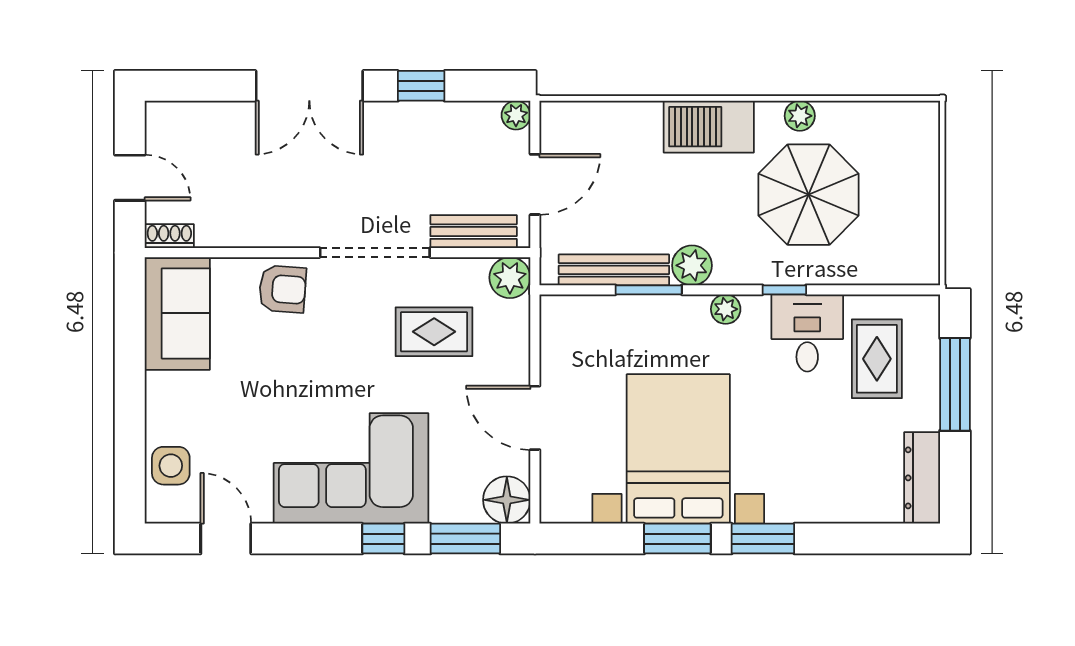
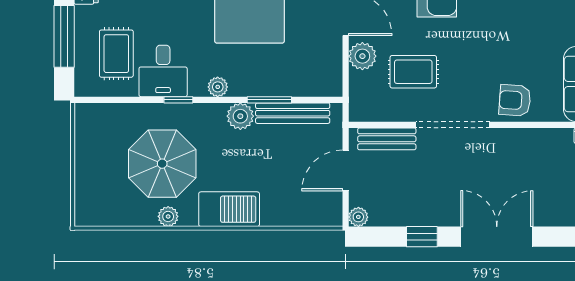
plant: (510, 278) -> (362, 56), moved

